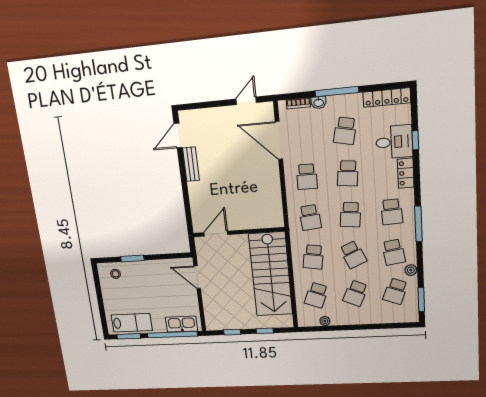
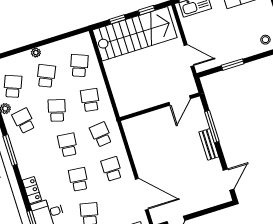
bench: (191, 164) -> (209, 144), moved
window: (186, 198) -> (212, 127), added
school desk: (392, 212) -> (34, 155), removed
school desk: (353, 255) -> (57, 110), turned 39
window: (132, 258) -> (233, 65), moved
stairs: (271, 274) -> (135, 34), moved, turned 90
plant: (325, 321) -> (36, 53), moved

